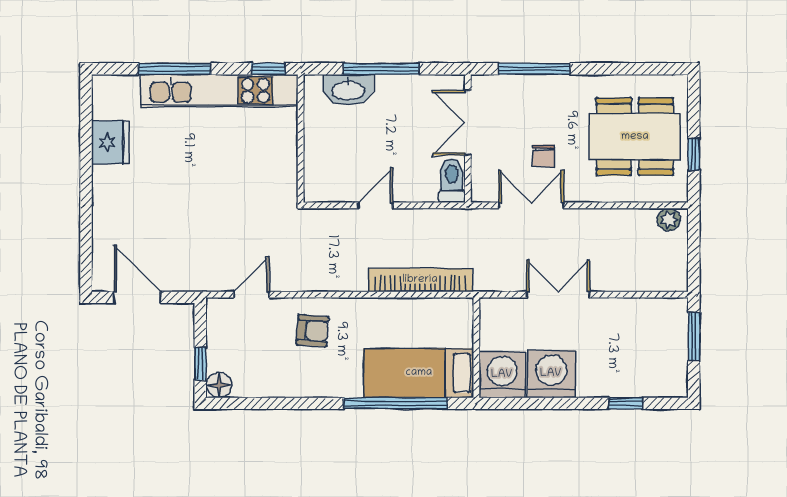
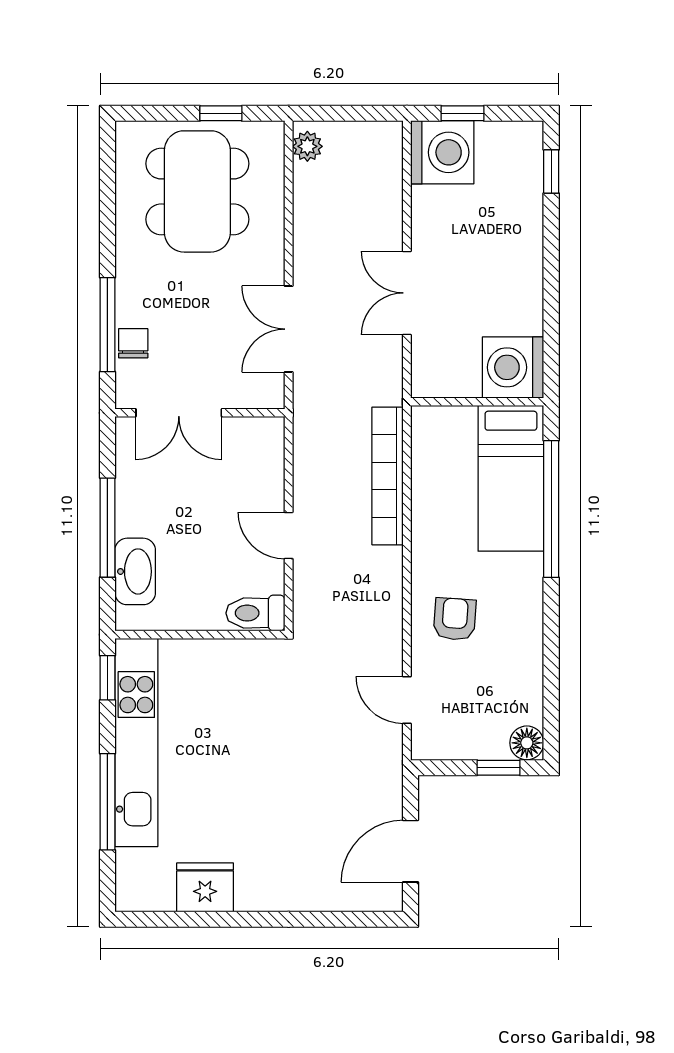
chair: (543, 156) -> (133, 343), moved, turned -90
toilet: (452, 180) -> (255, 613), moved
window: (694, 336) -> (462, 113), width x0.67
washing machine: (551, 374) -> (442, 152), moved, turned 180
window: (626, 403) -> (551, 171), moved

